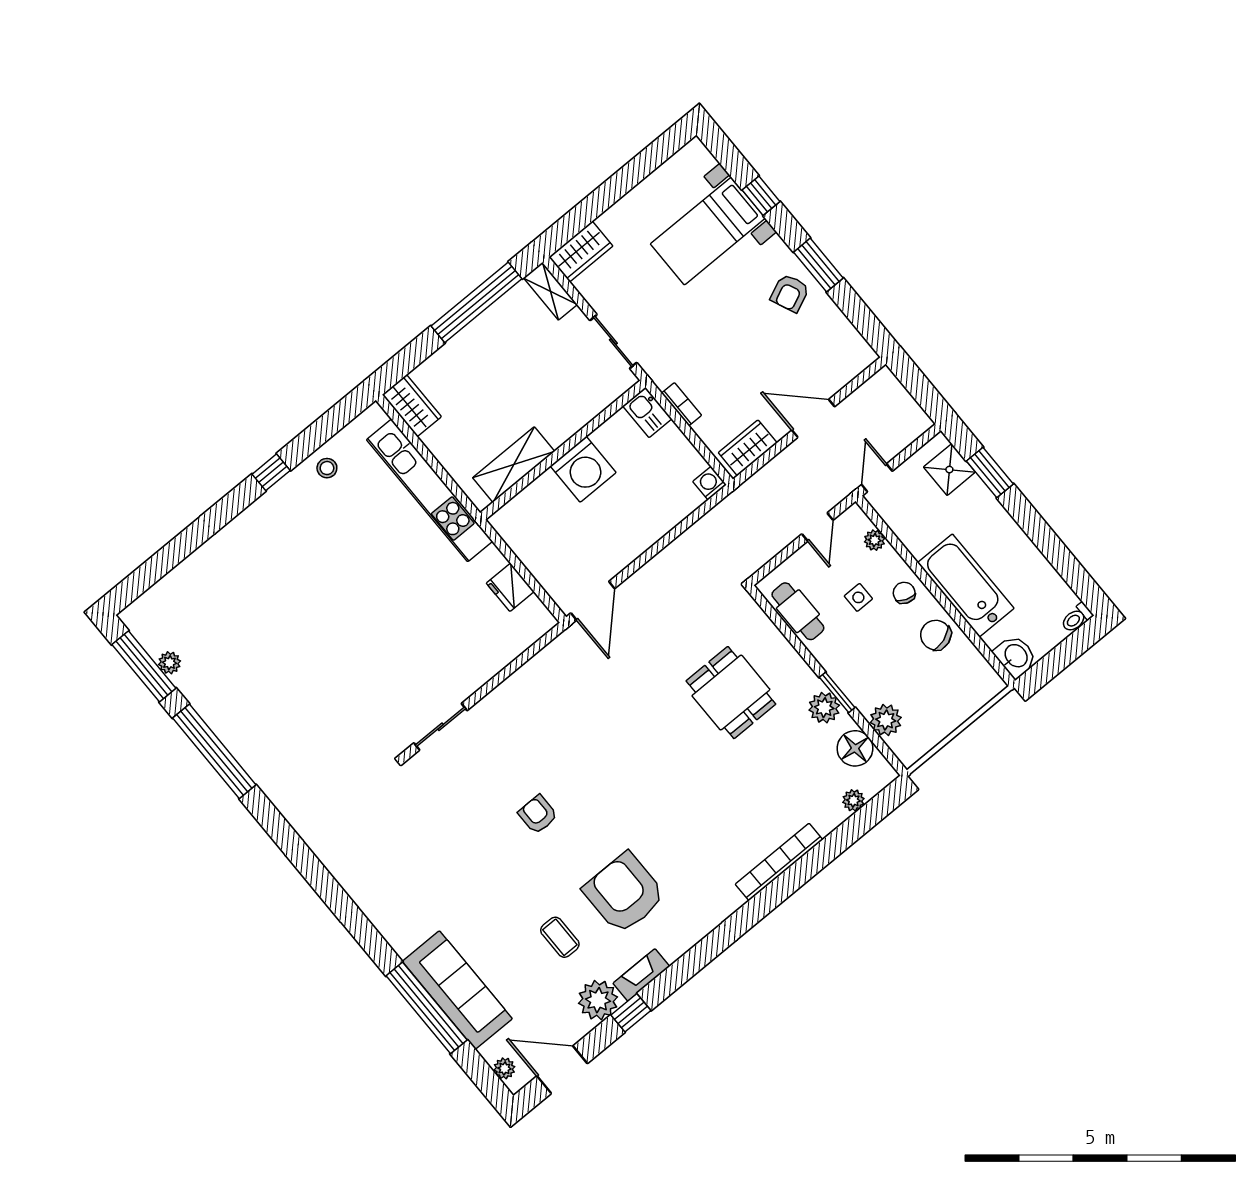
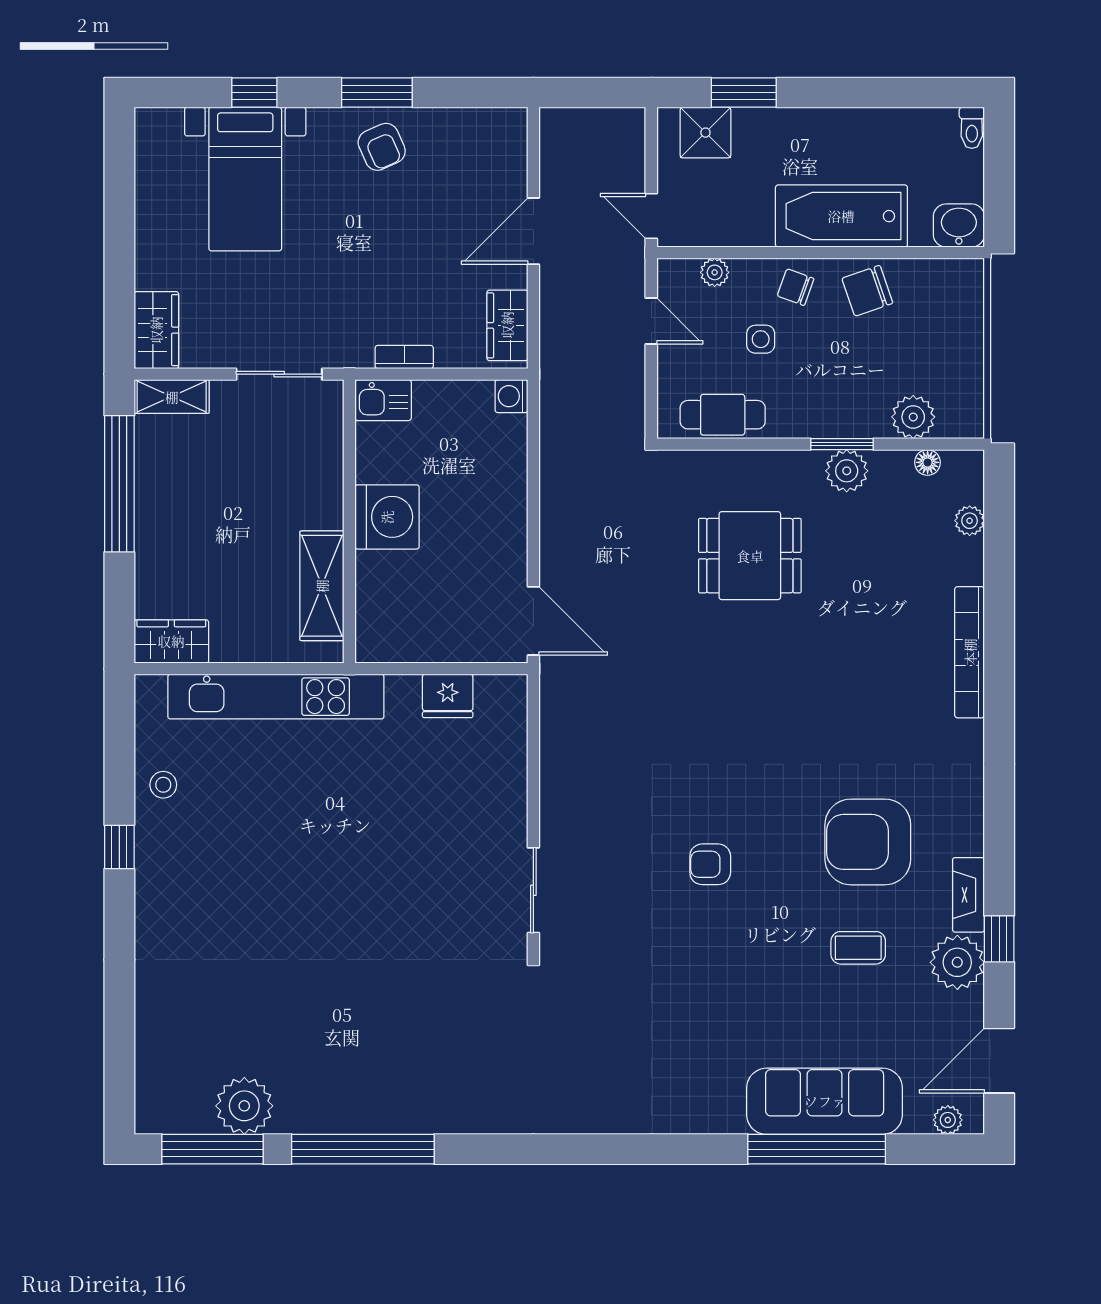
plant: (170, 663) -> (244, 1106), width x1.88, depth x1.88
floor lamp: (855, 748) -> (928, 462), width x0.53, depth x0.53

